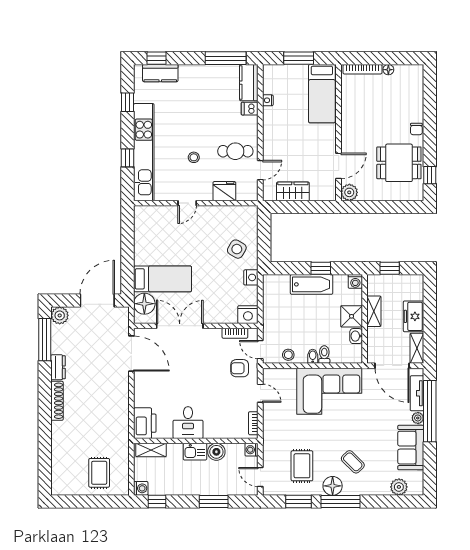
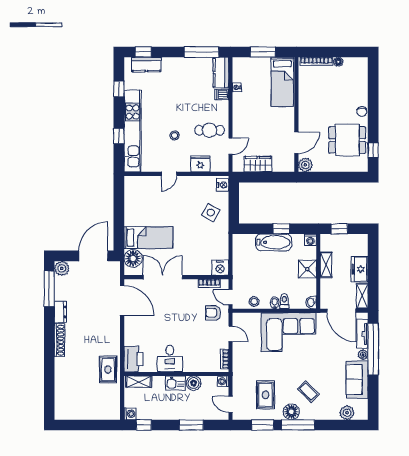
nightstand: (251, 277) -> (223, 185), moved
washbasin: (356, 336) -> (311, 302), moved
rug: (99, 473) -> (108, 370), moved

